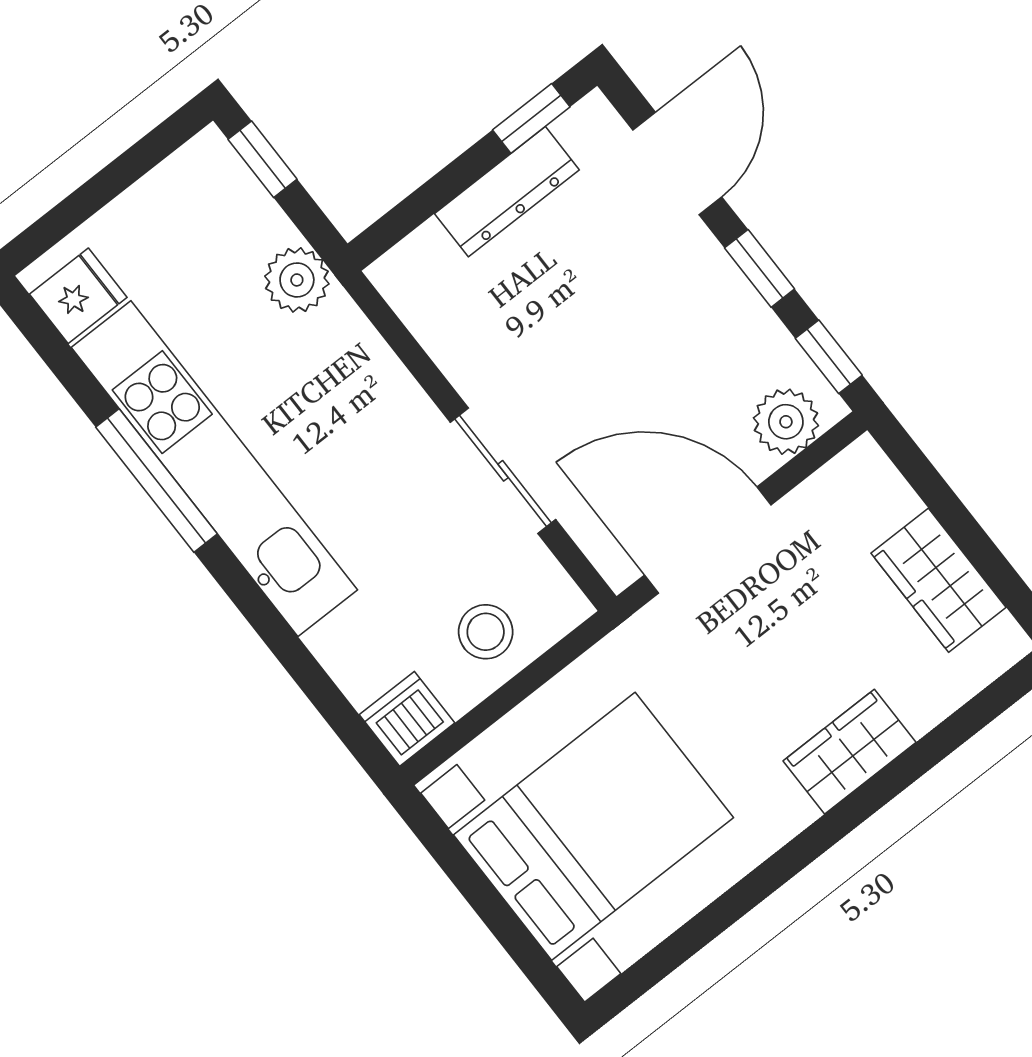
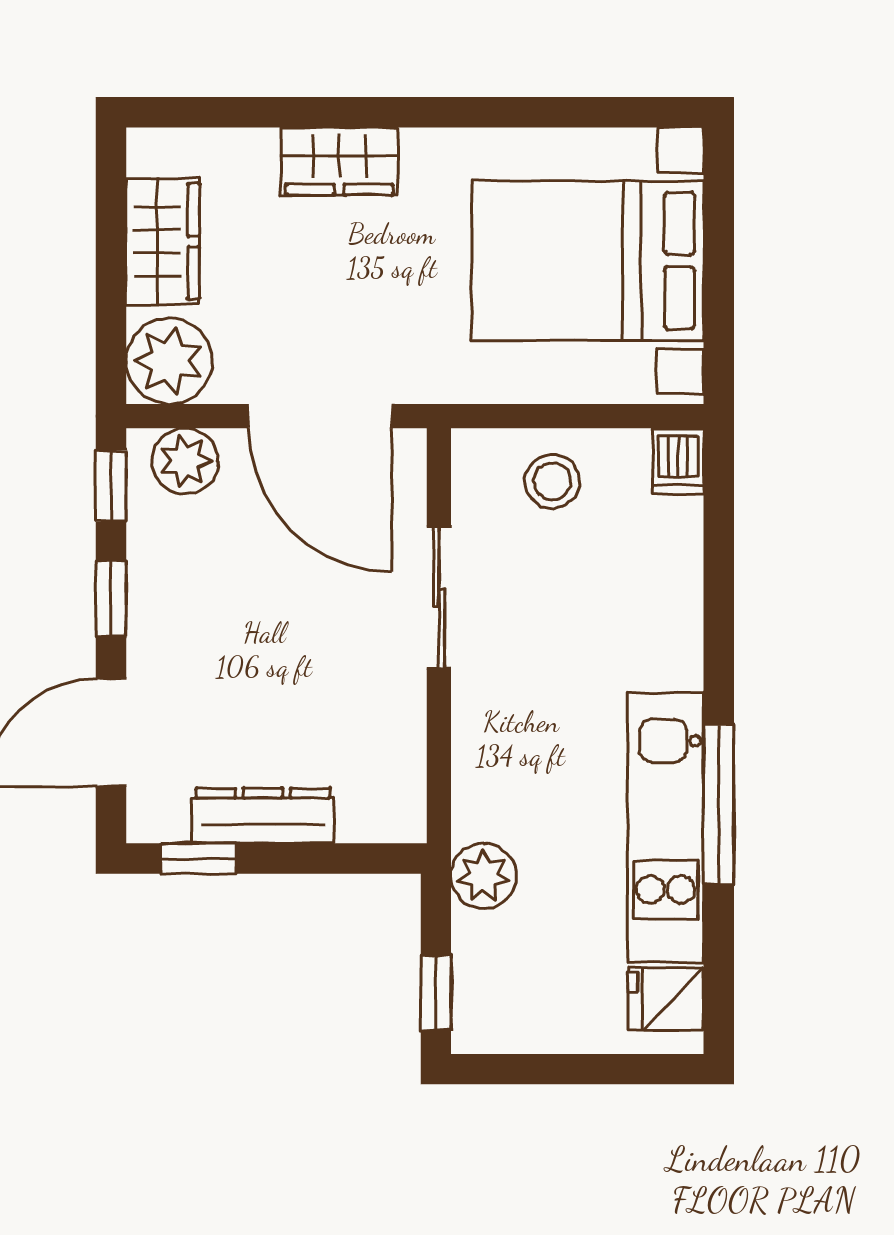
kitchen unit: (214, 469) -> (666, 827), width x0.73
plant: (860, 490) -> (169, 361), added
dishwasher: (407, 719) -> (678, 461), width x0.73

